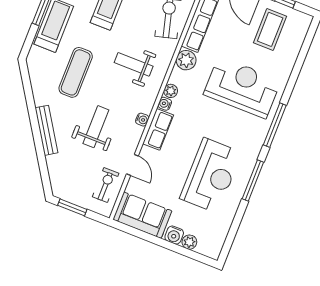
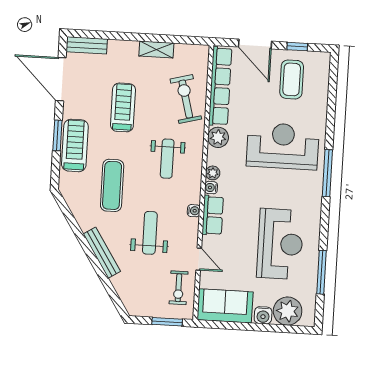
weight bench: (134, 64) -> (167, 159), turned -90
window: (253, 181) -> (322, 272), moved
exercise bike: (106, 185) -> (179, 288), turned 180
window: (72, 207) -> (167, 322), moved
plant: (189, 242) -> (288, 311), width x1.88, depth x1.88

